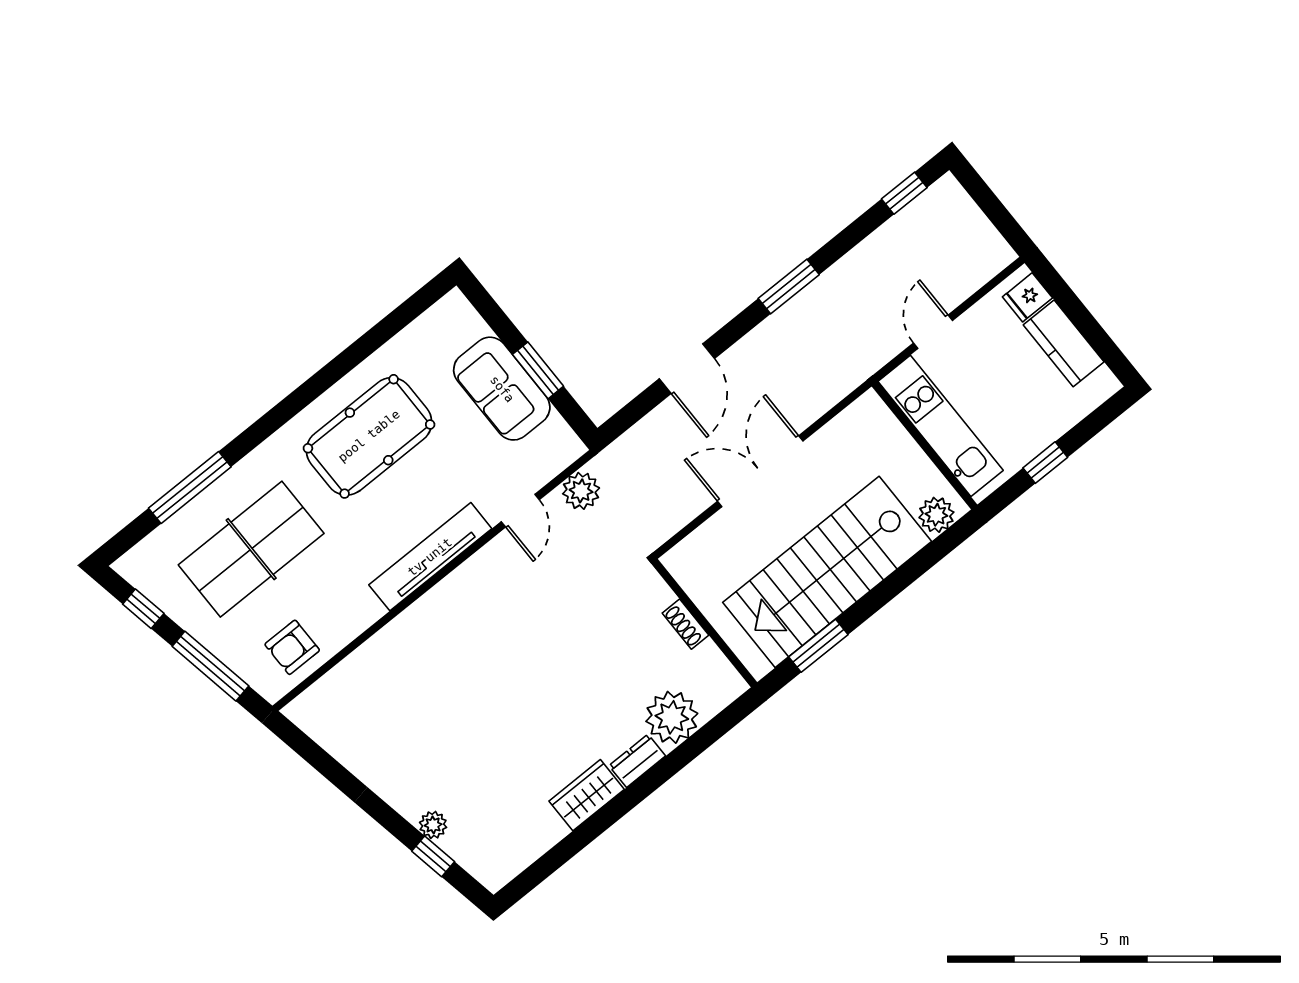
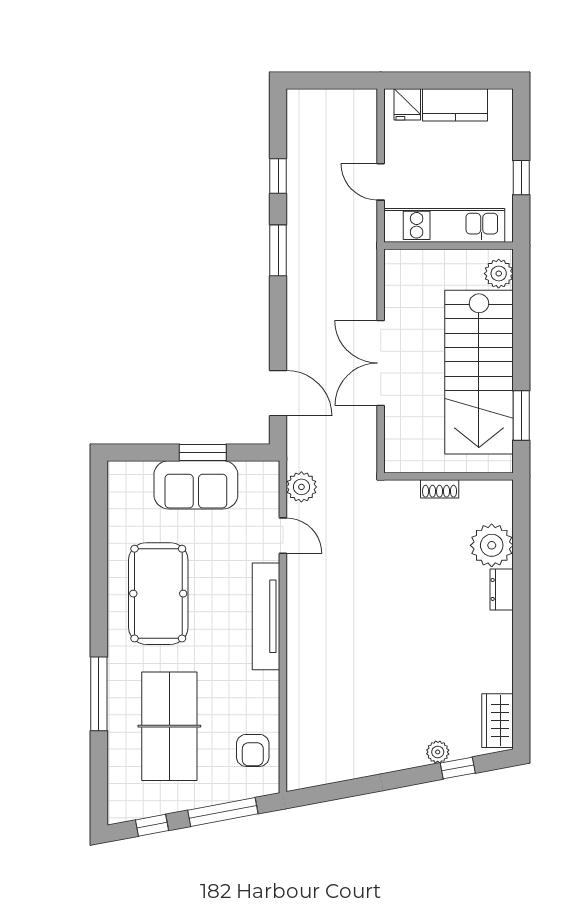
window: (904, 193) -> (278, 176), moved
door: (687, 369) -> (278, 393), moved
window: (190, 487) -> (99, 694), moved
wardrobe: (587, 795) -> (497, 721), moved

